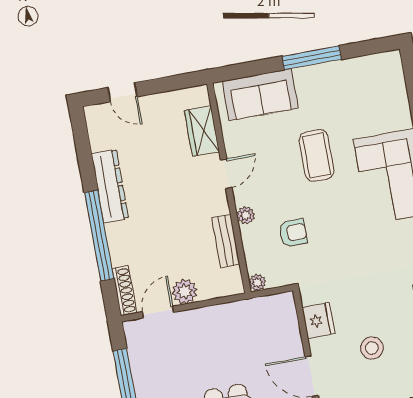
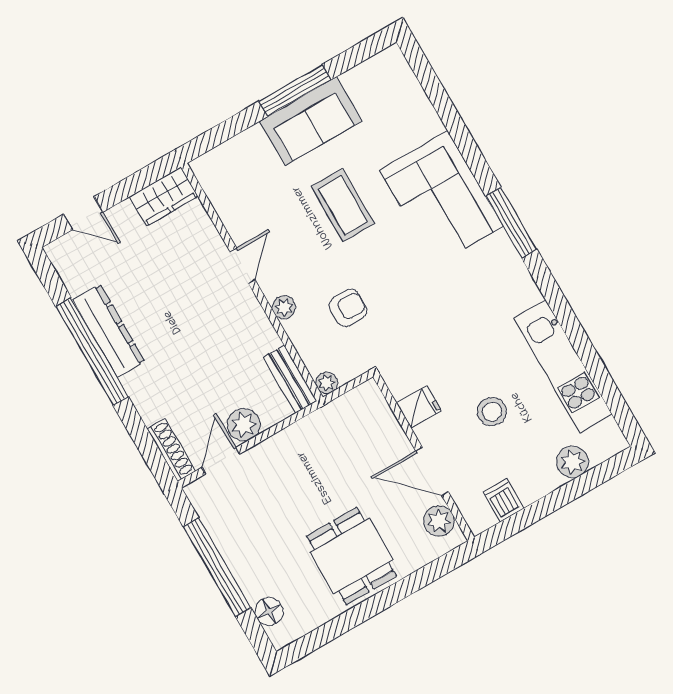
sofa: (260, 95) -> (311, 121), moved
wardrobe: (202, 131) -> (164, 196), moved, turned -90
window: (99, 236) -> (92, 352), moved
bench: (226, 241) -> (290, 379), moved
fridge: (318, 321) -> (419, 407), width x0.72

